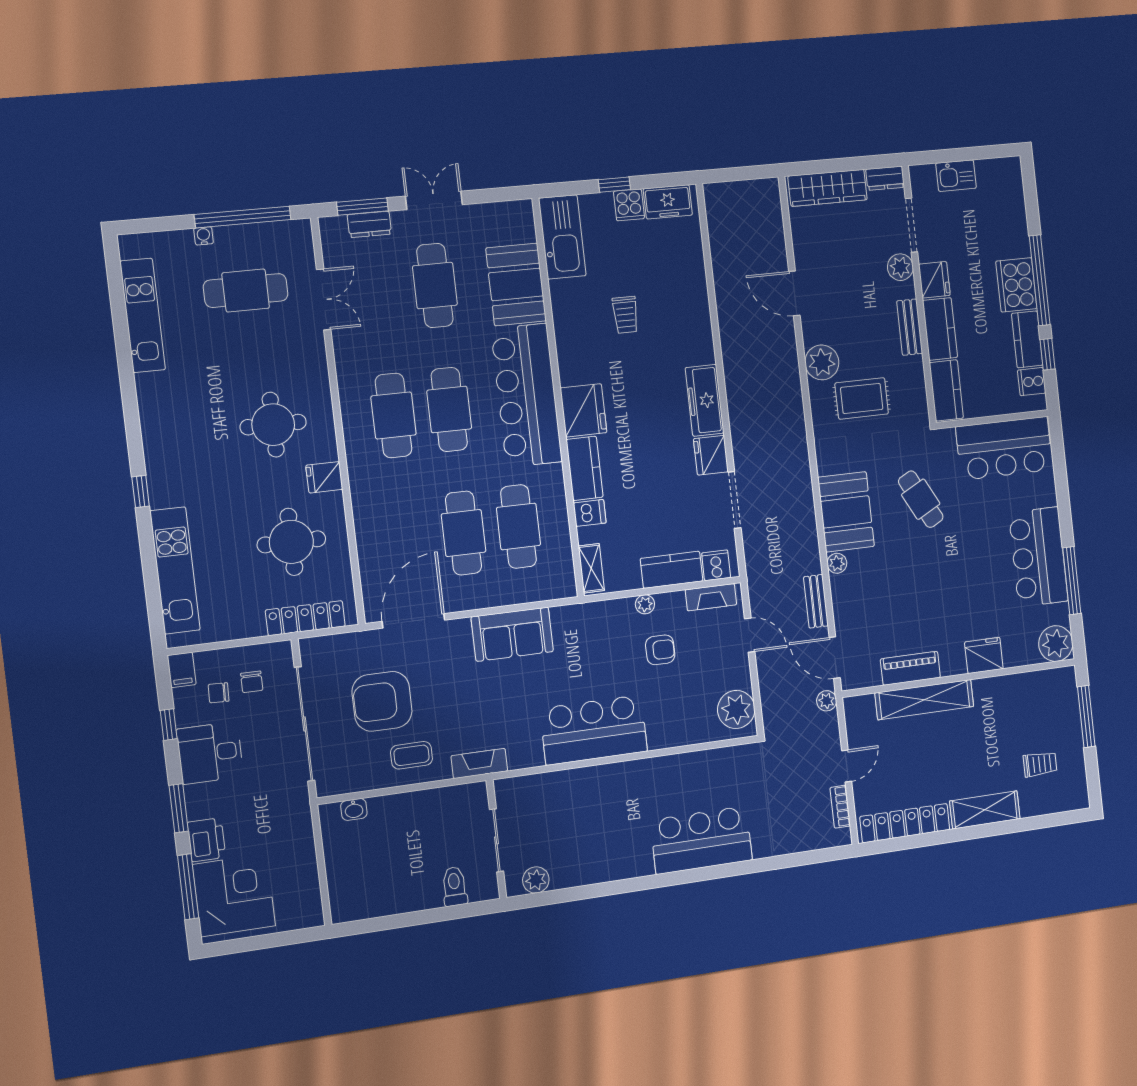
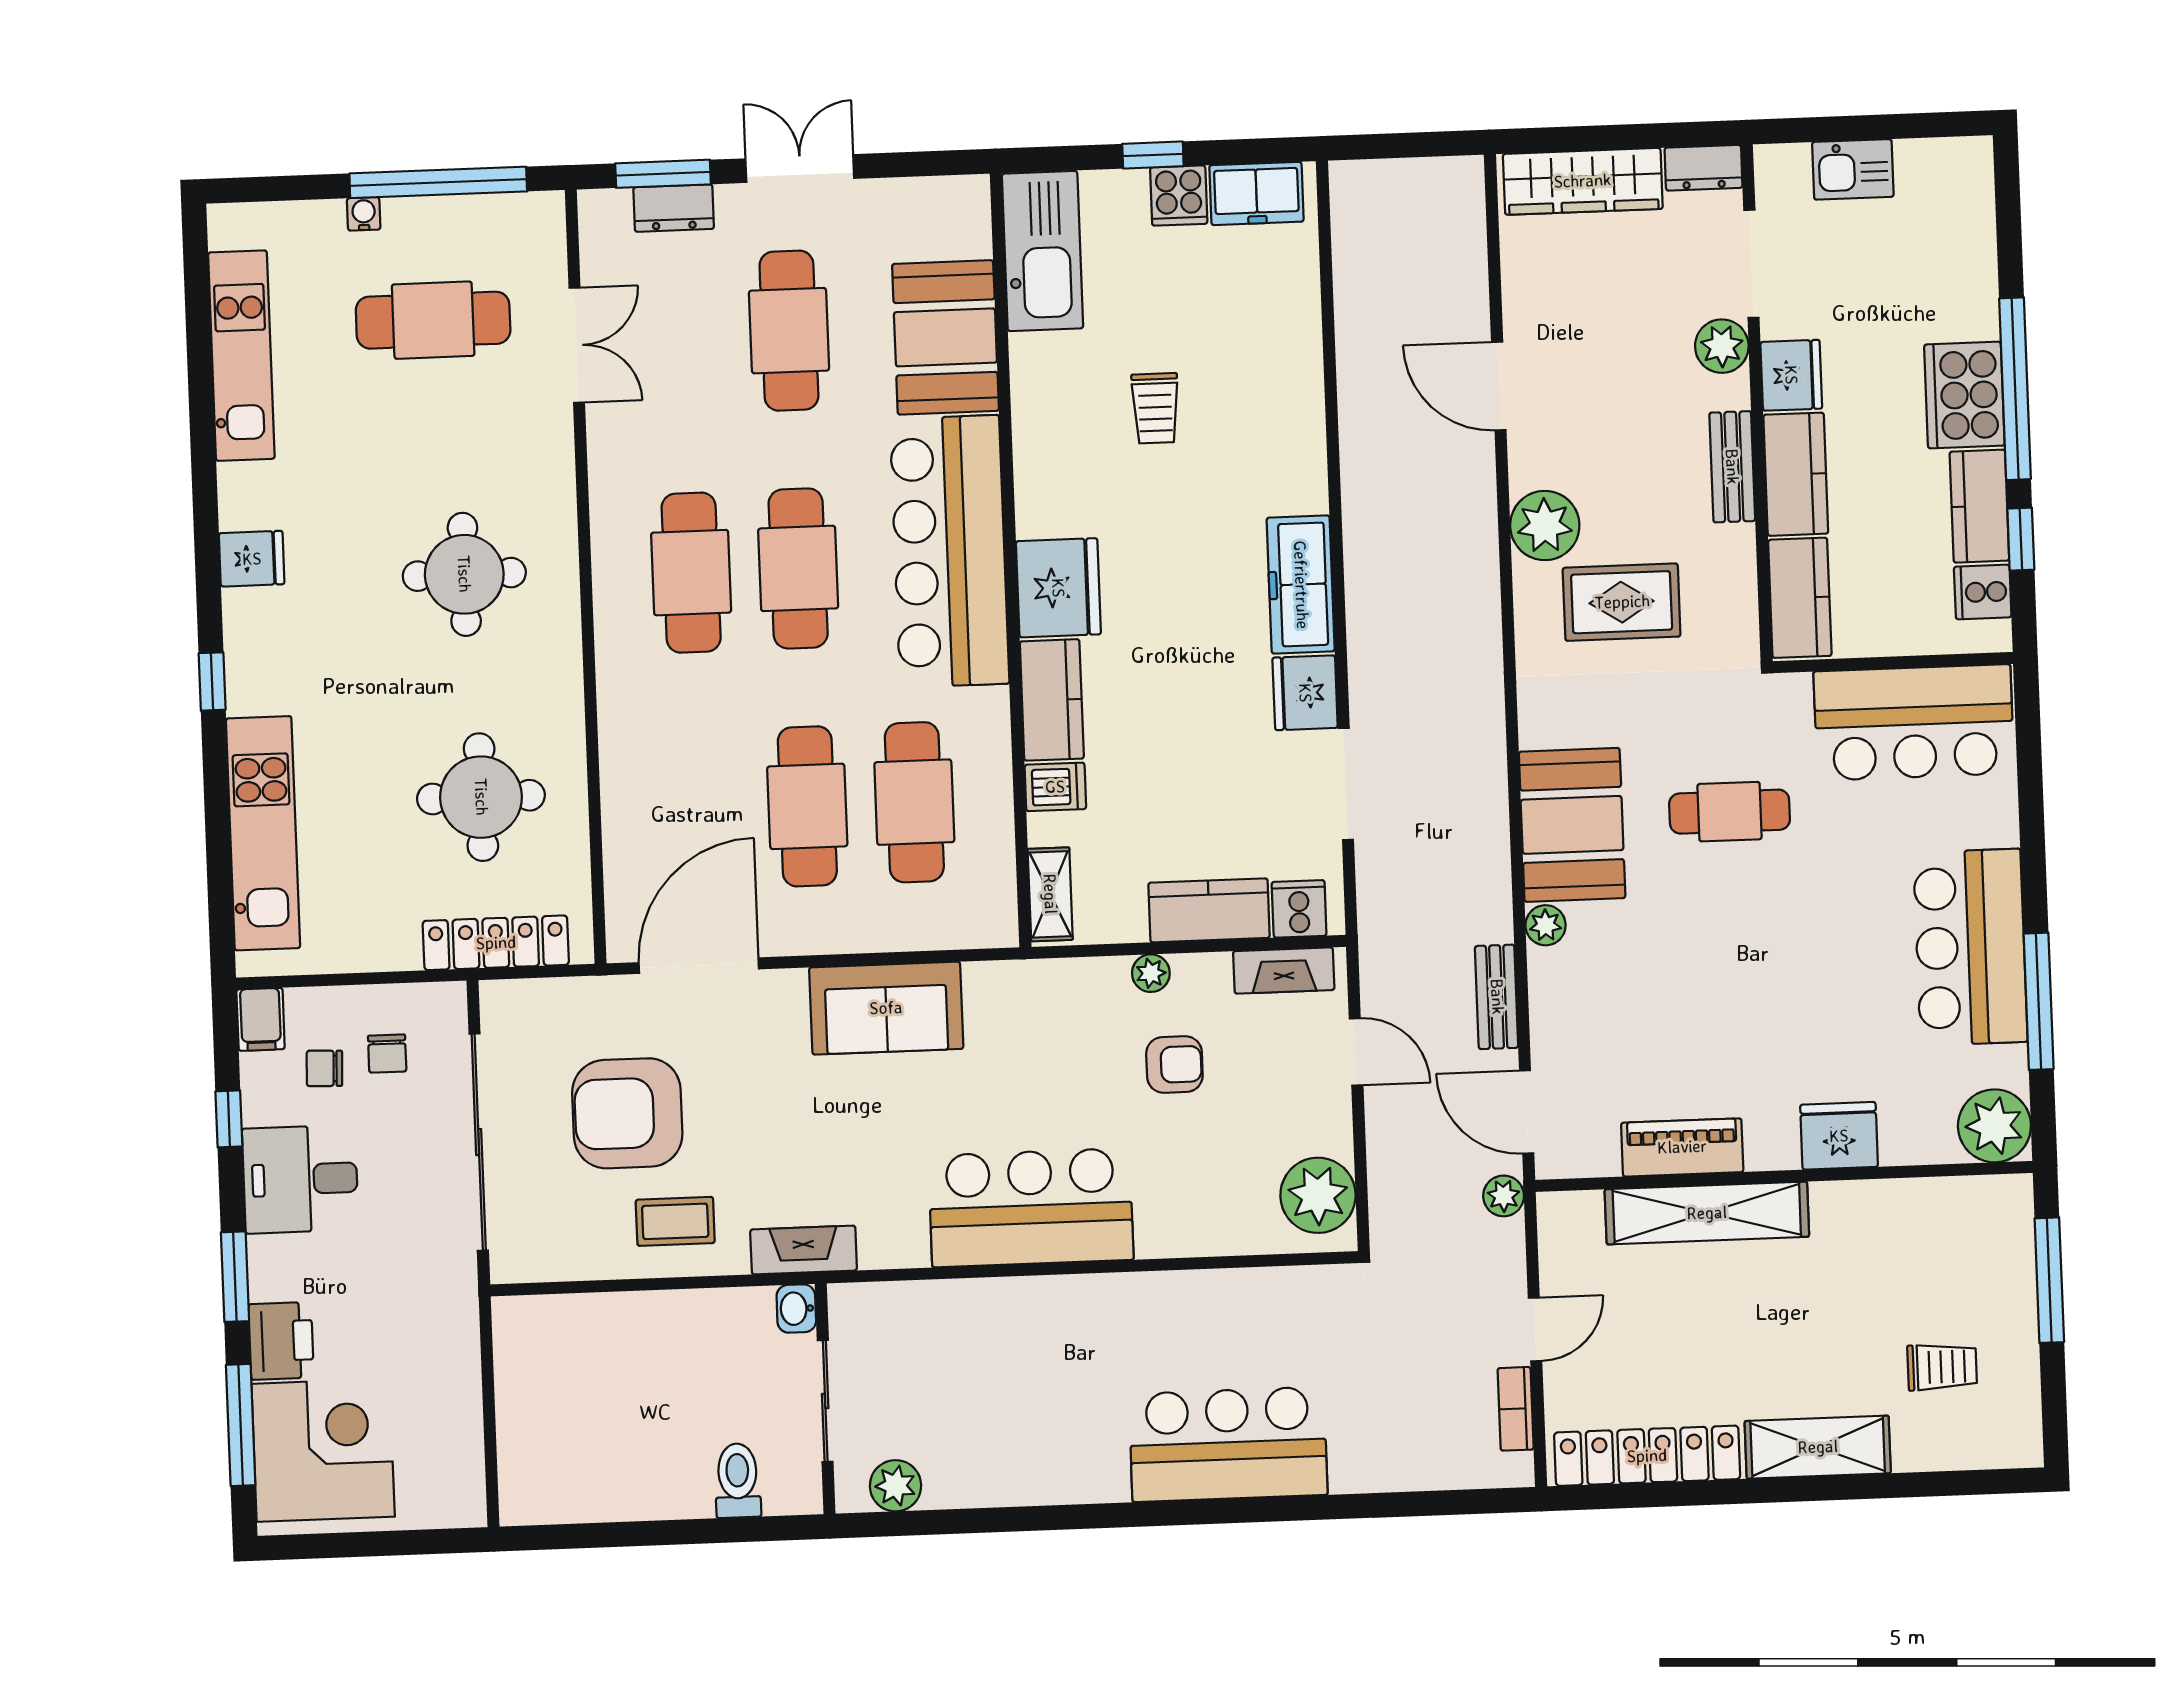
fridge: (324, 477) -> (252, 559), moved, turned 180
cafe table: (921, 499) -> (1730, 812), turned -62
washbasin: (354, 809) -> (796, 1309), moved, turned 90

